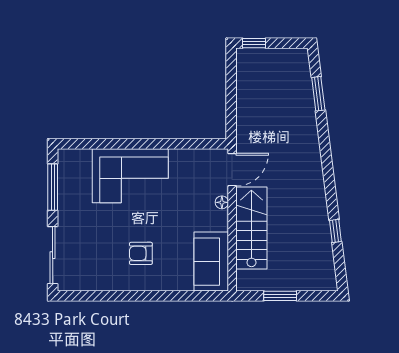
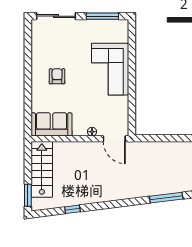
window: (318, 94) -> (166, 198), width x1.44
stairs: (251, 228) -> (42, 169), moved, turned -90
window: (280, 296) -> (28, 195), moved

